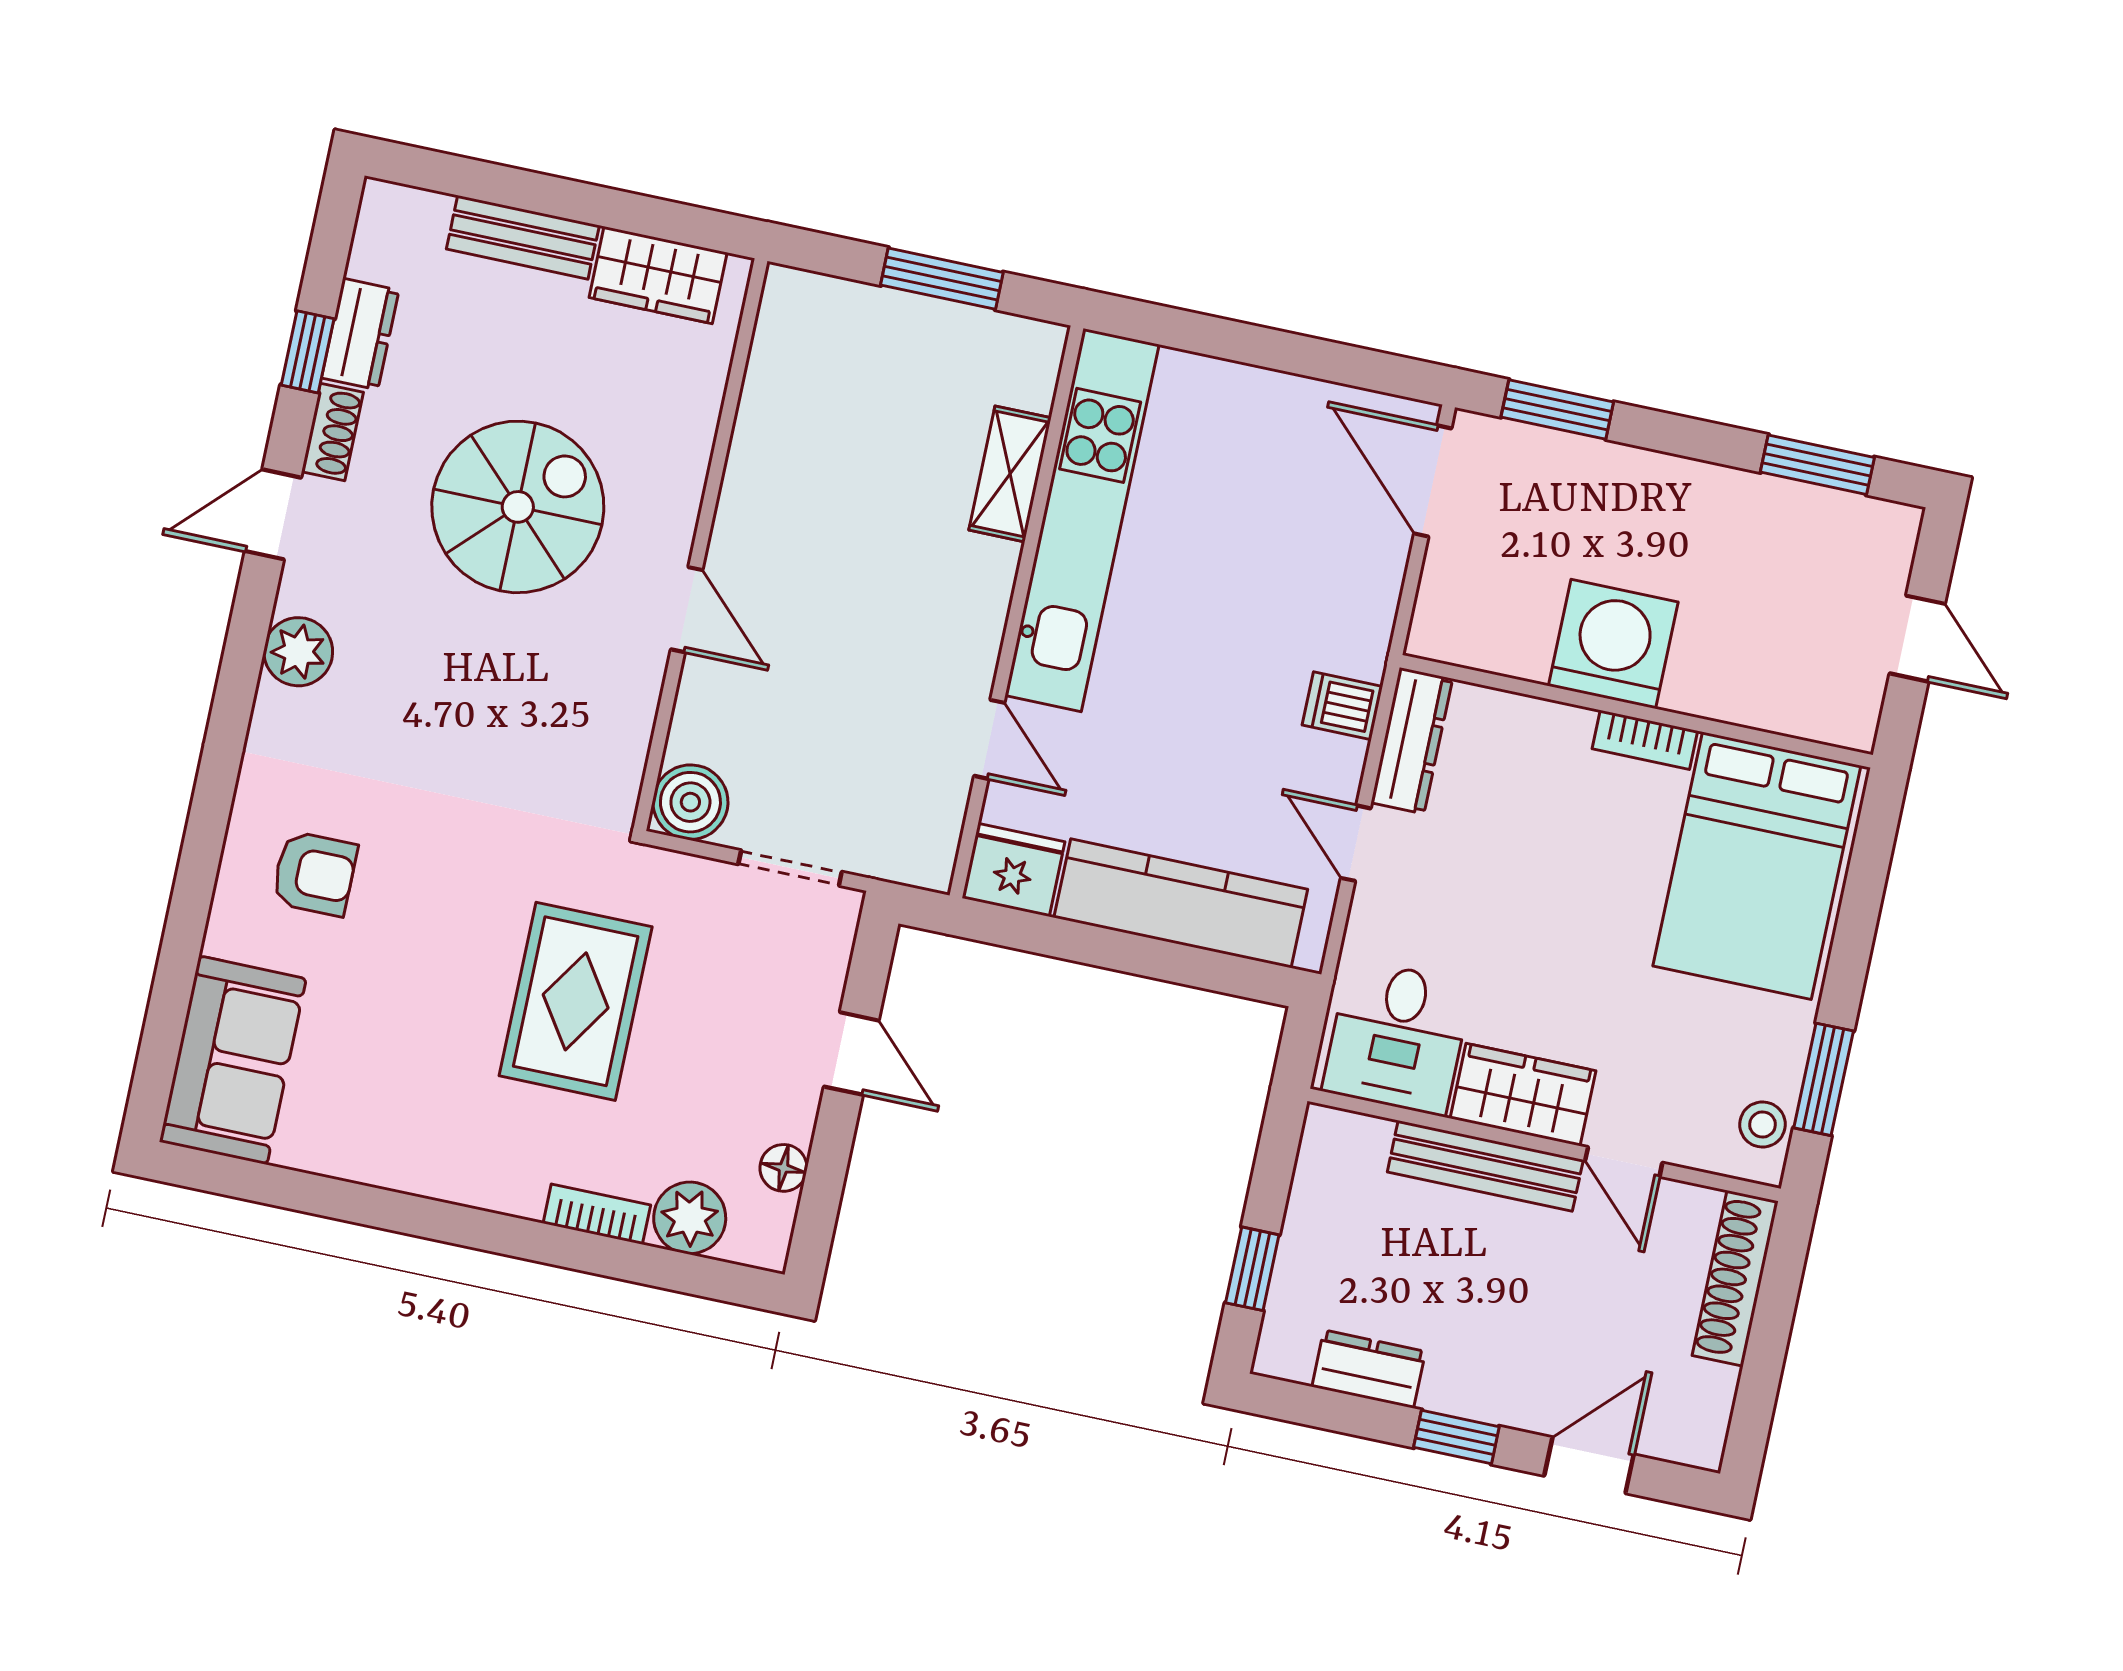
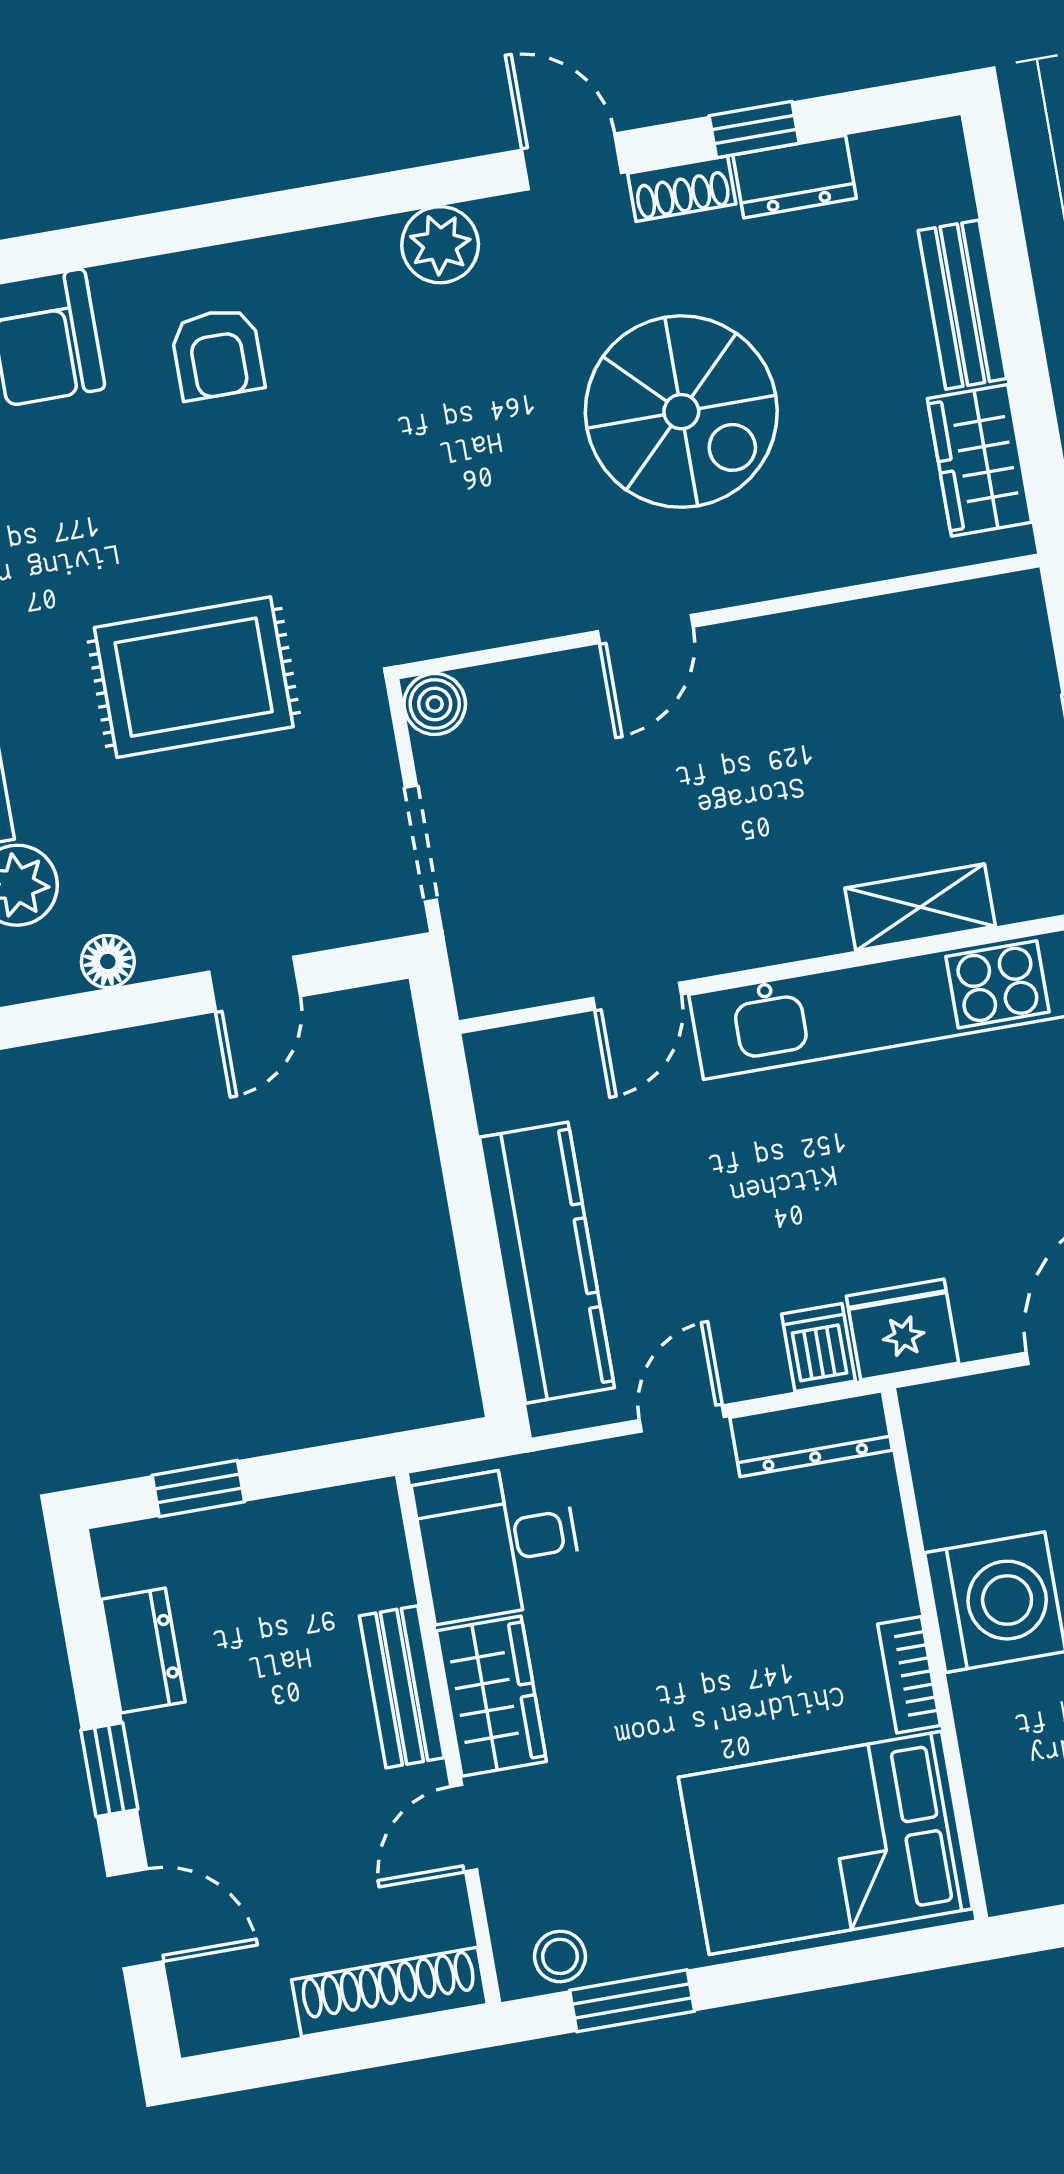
boiler: (690, 802) -> (435, 704), width x0.73, depth x0.73
fridge: (1013, 870) -> (902, 1329), moved, turned -90
bench: (1485, 1166) -> (402, 1687), width x0.73

